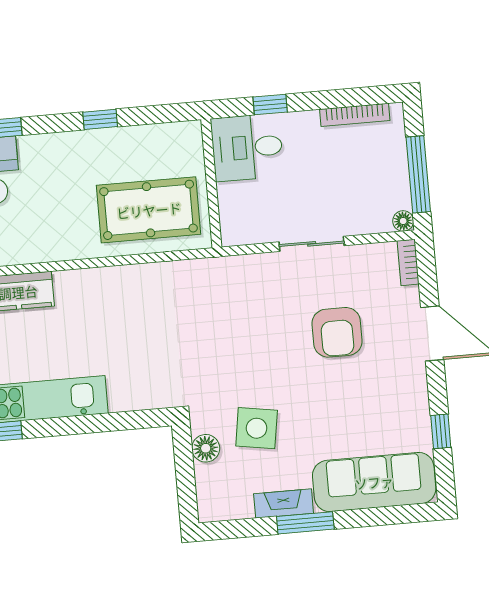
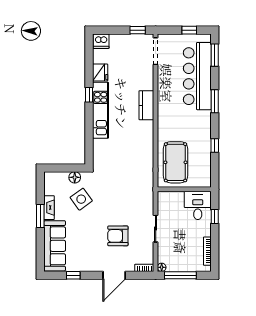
side table: (257, 428) -> (81, 199), turned 45

